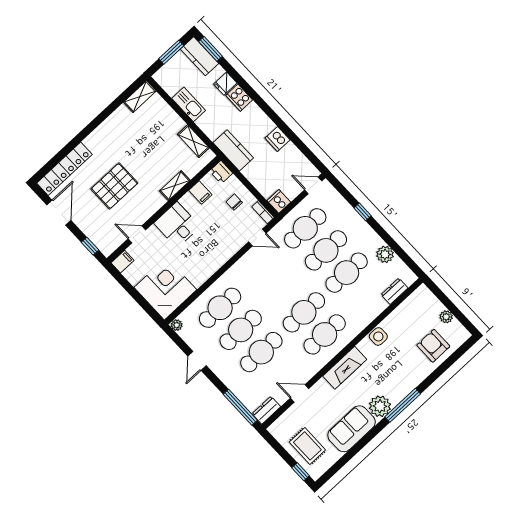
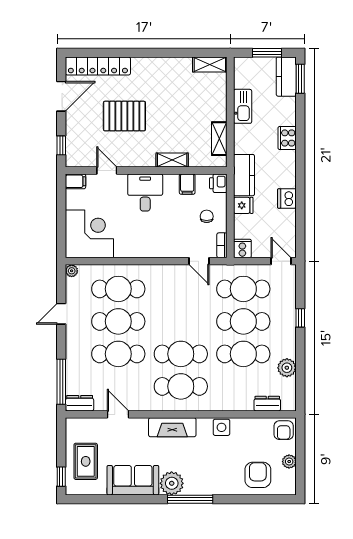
fridge: (225, 84) -> (243, 205), moved, turned 180
armchair: (422, 299) -> (284, 430), added

